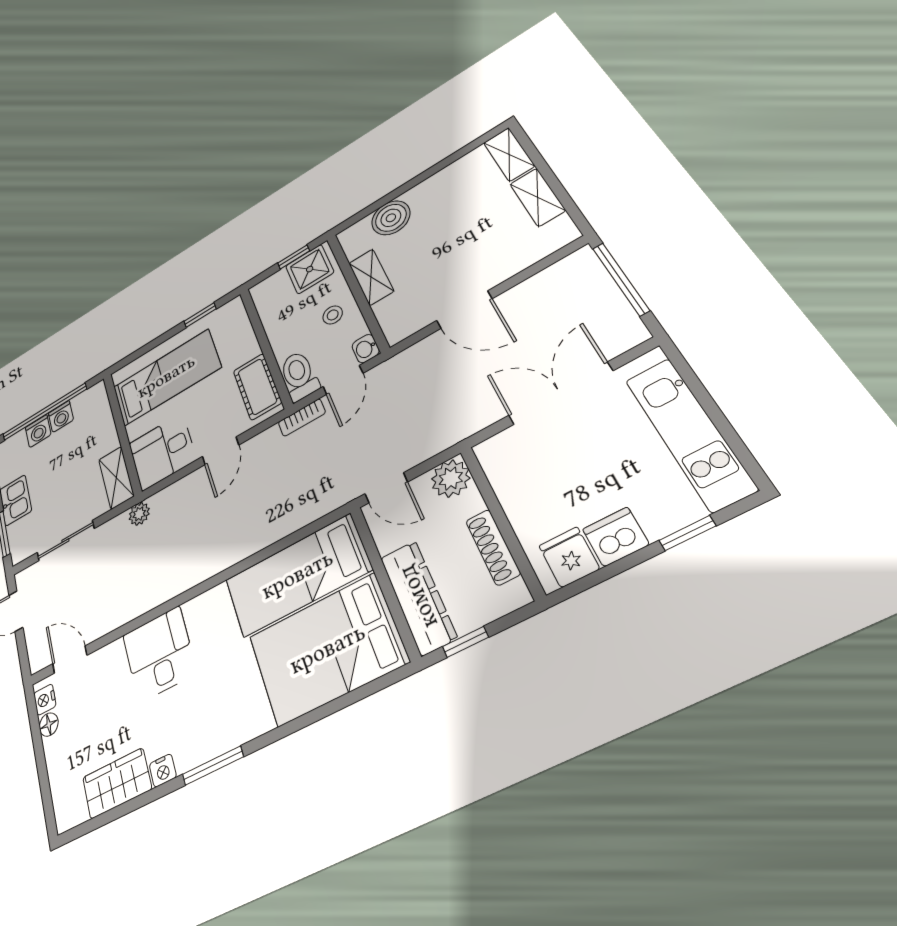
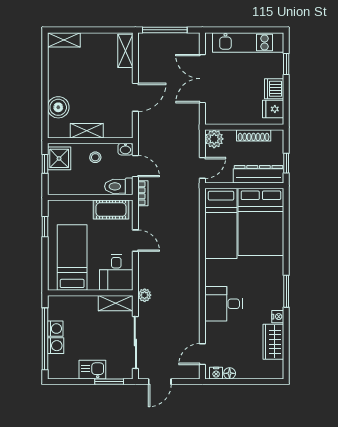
shelving: (537, 197) -> (125, 51), moved, turned 90
sliding door: (65, 541) -> (135, 343), width x1.37

